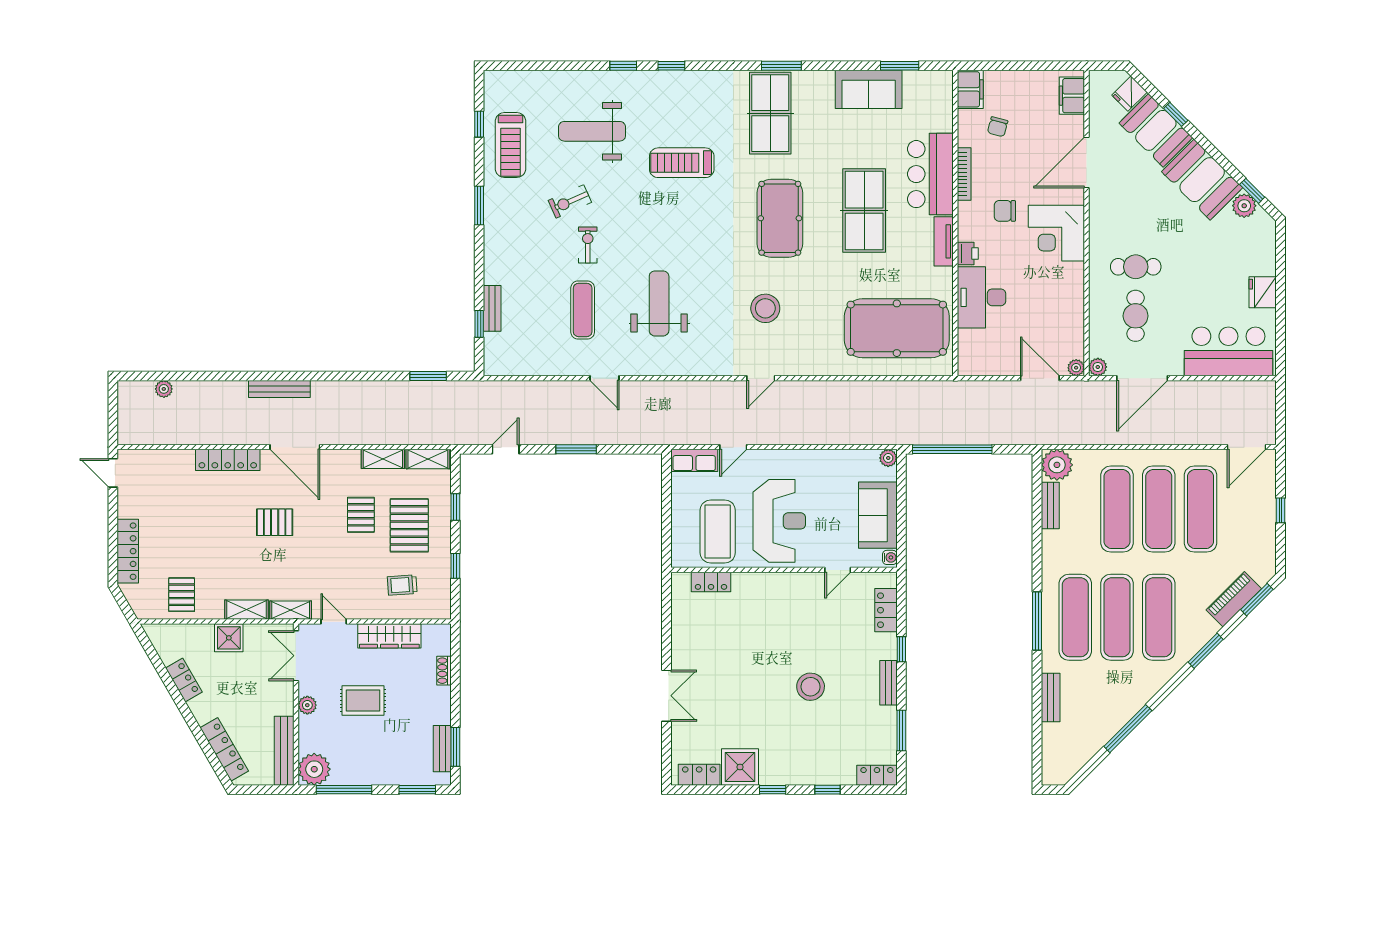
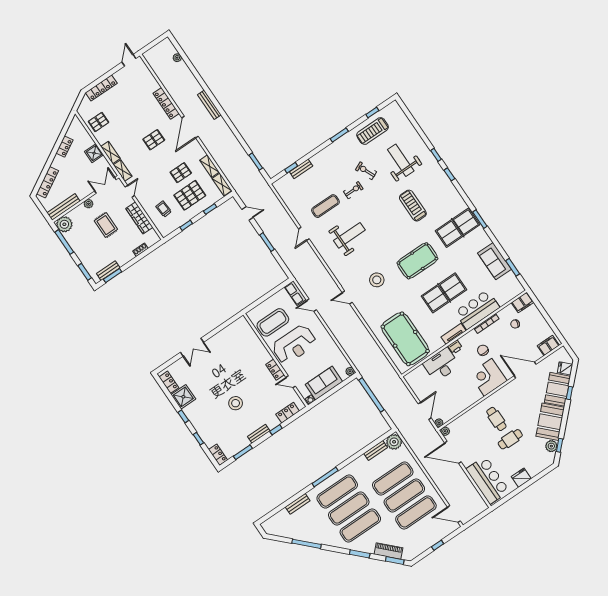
cafe table: (1136, 316) -> (510, 439), moved
pallet: (275, 522) -> (154, 140), turned 90
locker: (711, 582) -> (275, 370), moved

